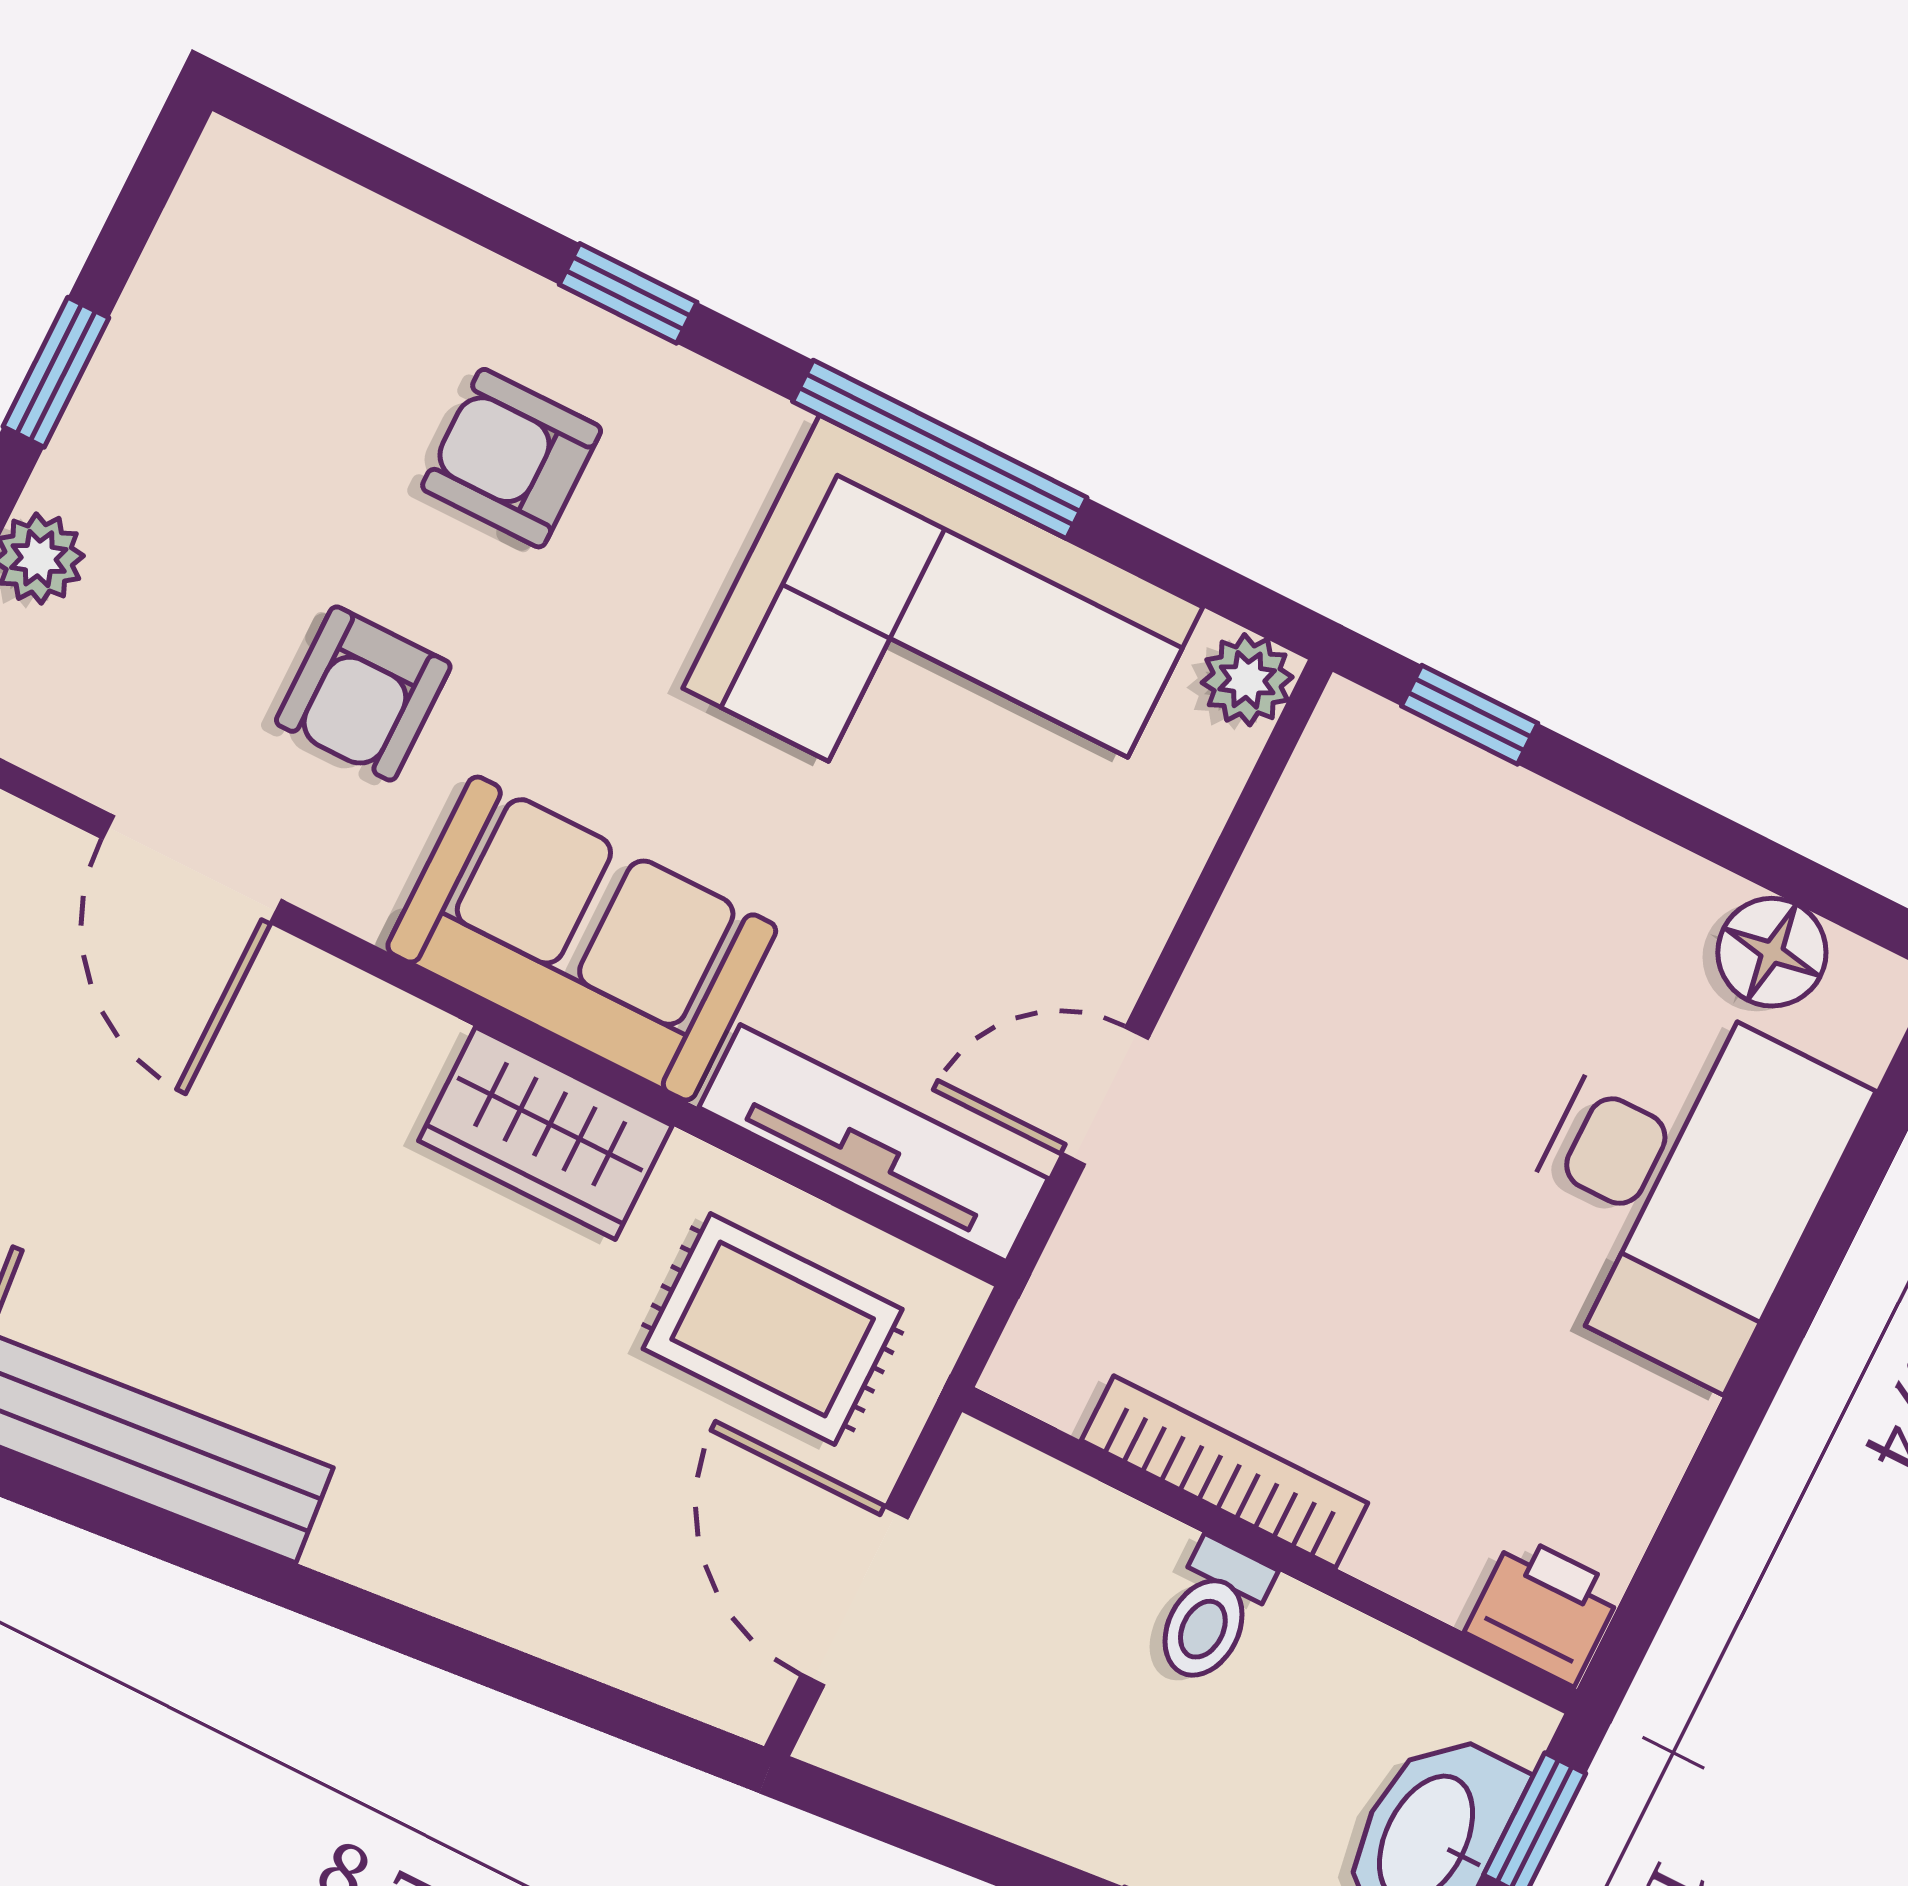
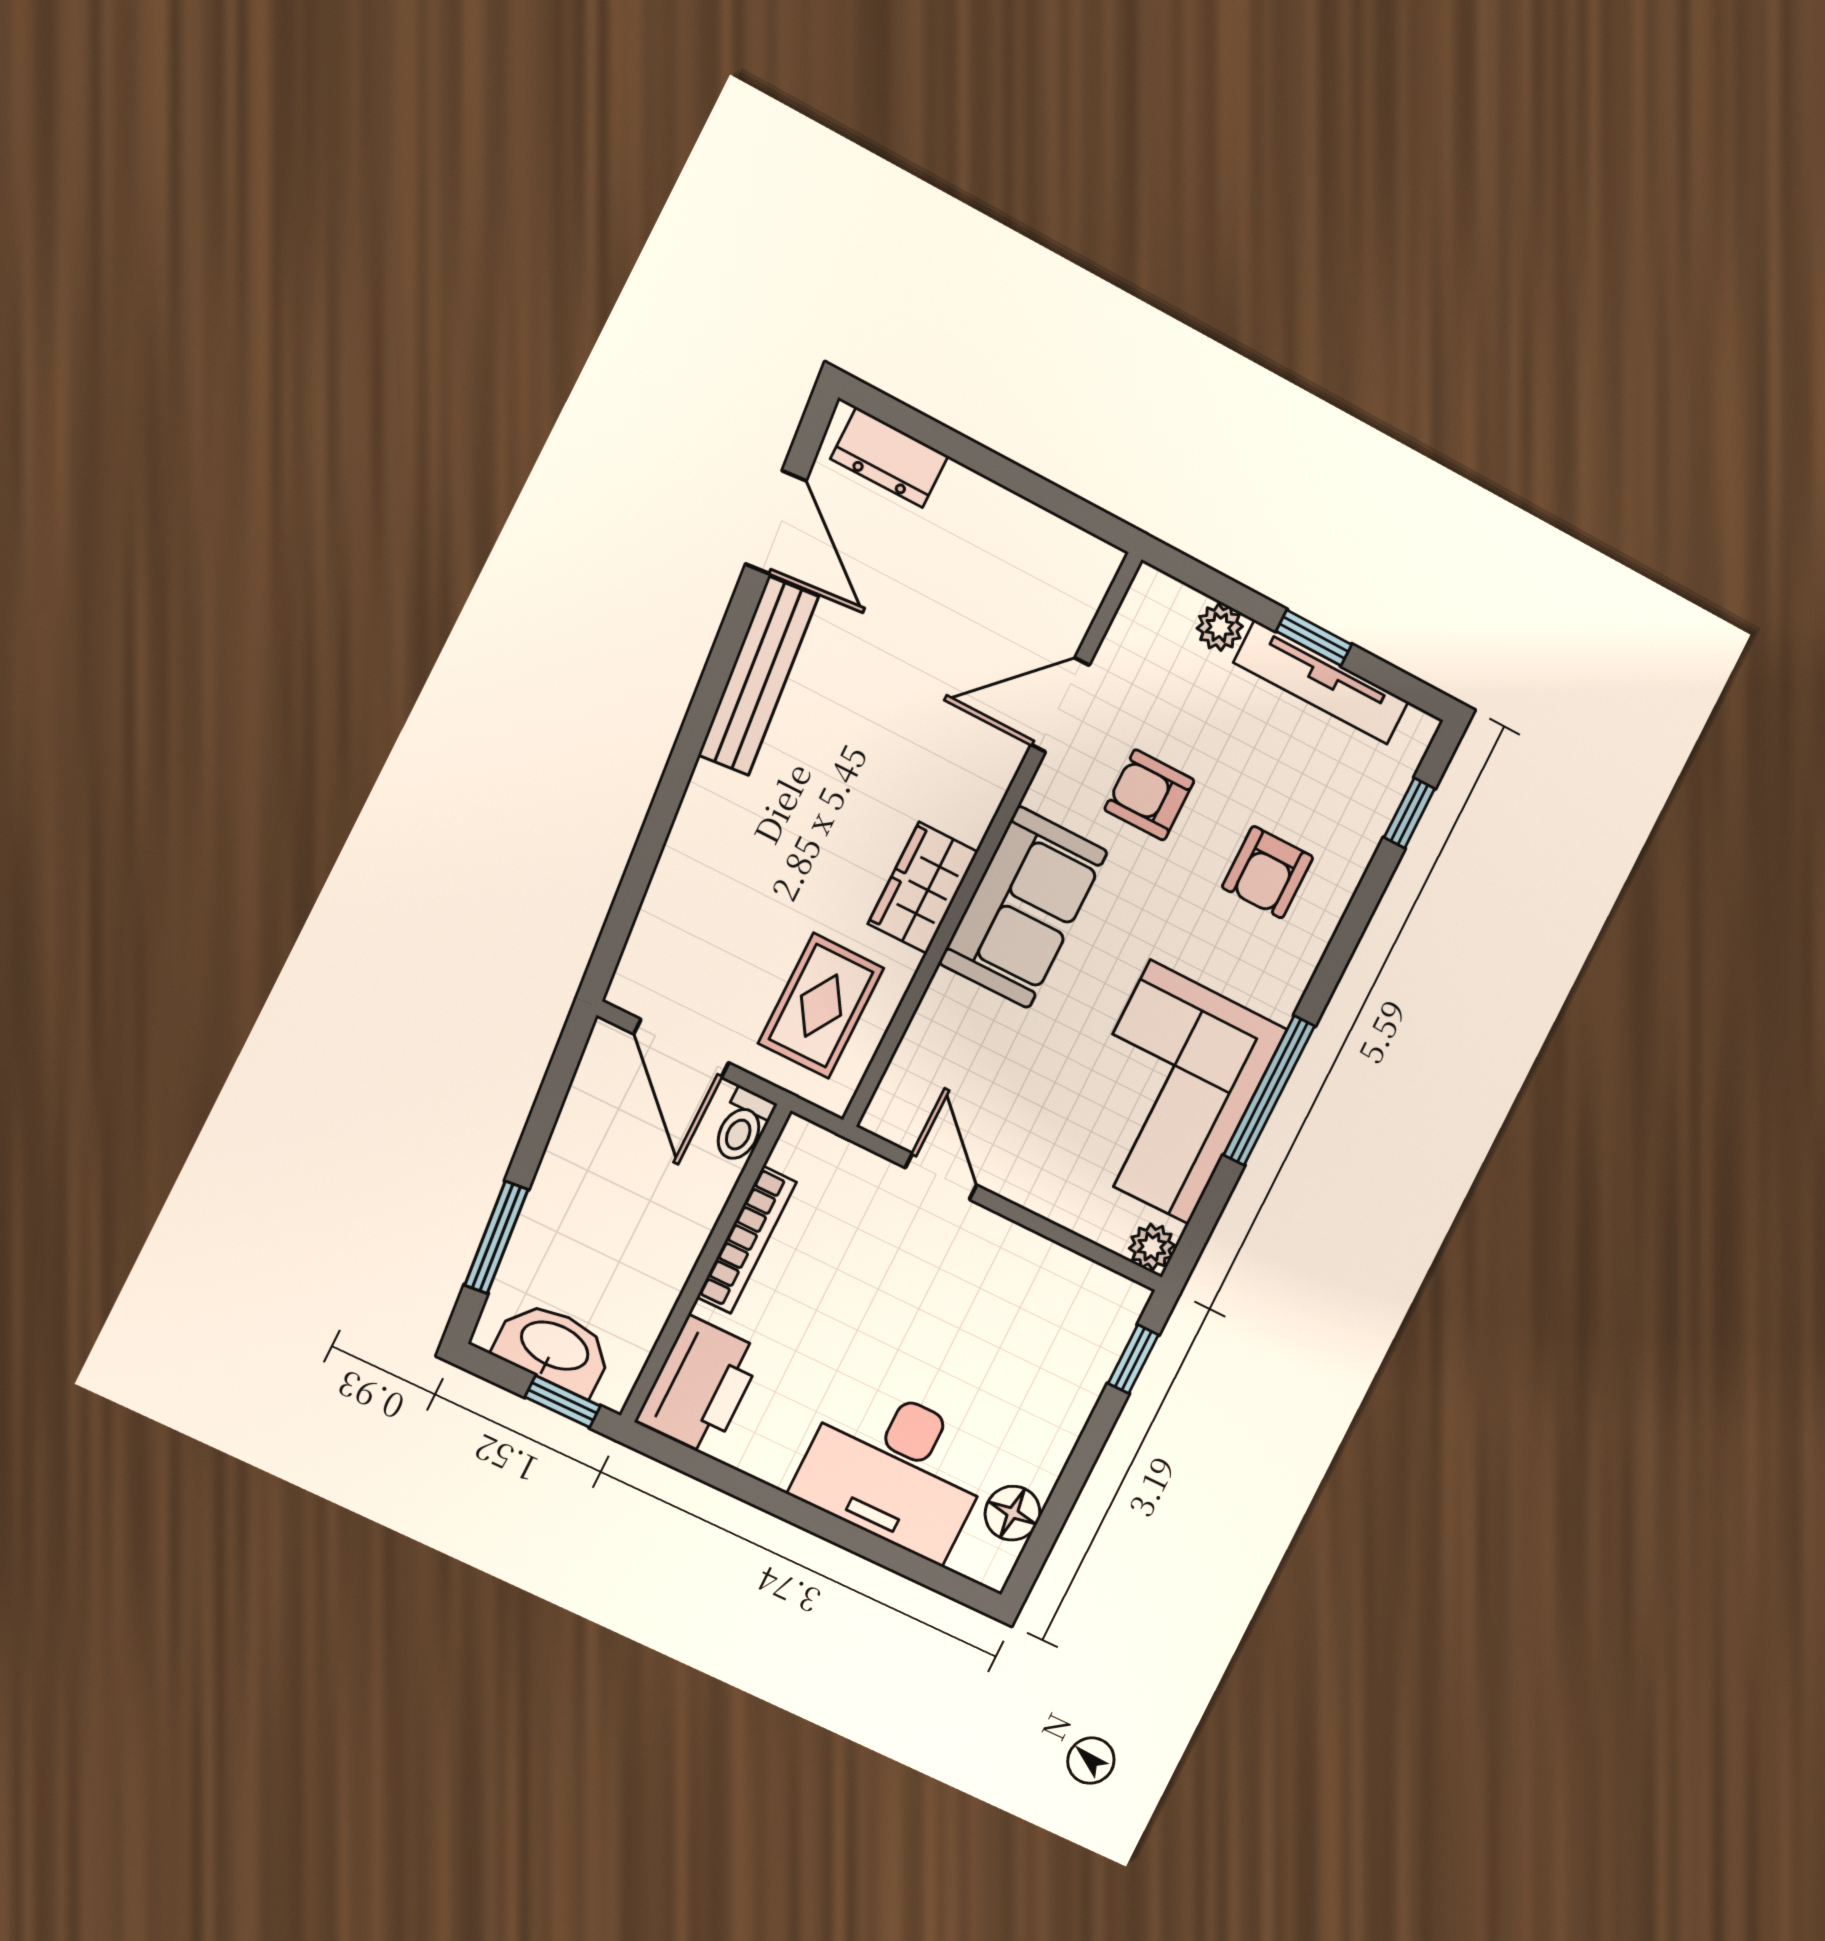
window: (628, 293) -> (1409, 813), moved
armchair: (512, 458) -> (1268, 872), turned 180
tv unit: (873, 1143) -> (1321, 682), moved, turned 90
door: (854, 1596) -> (681, 1048), swing flipped
printer: (1544, 1610) -> (700, 1385), width x1.87, depth x1.48
toilet: (1211, 1612) -> (743, 1126), moved, turned -90

